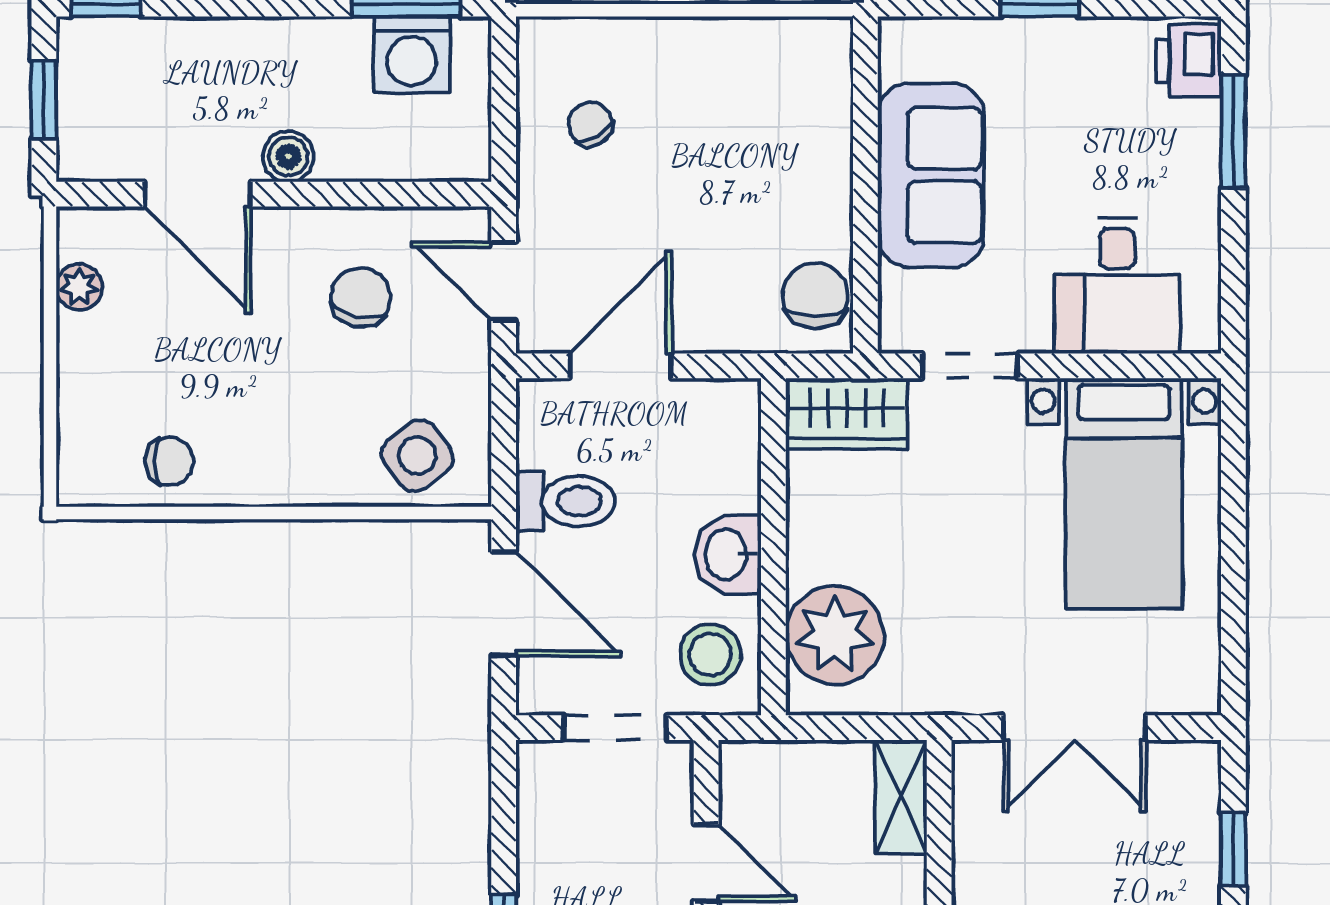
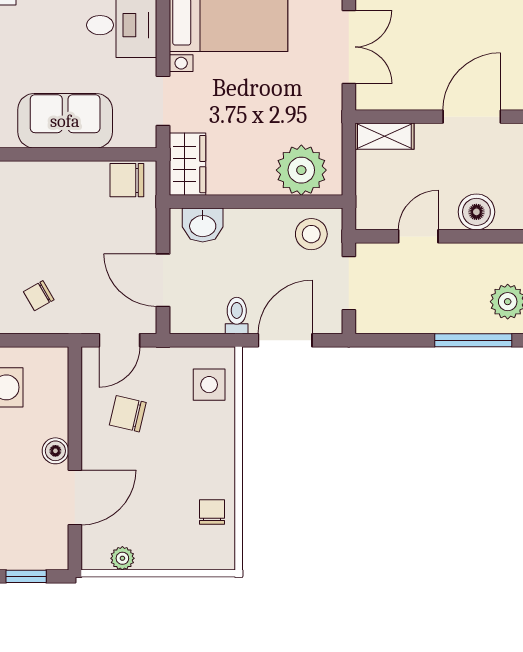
side table: (417, 456) -> (209, 385), turned 37
toilet: (565, 501) -> (237, 316), width x0.73, depth x0.72
washbasin: (728, 555) -> (203, 225), moved

